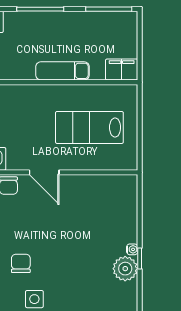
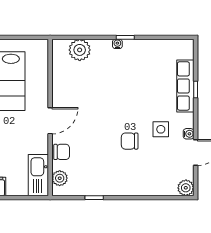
plant: (125, 269) -> (80, 50), moved

